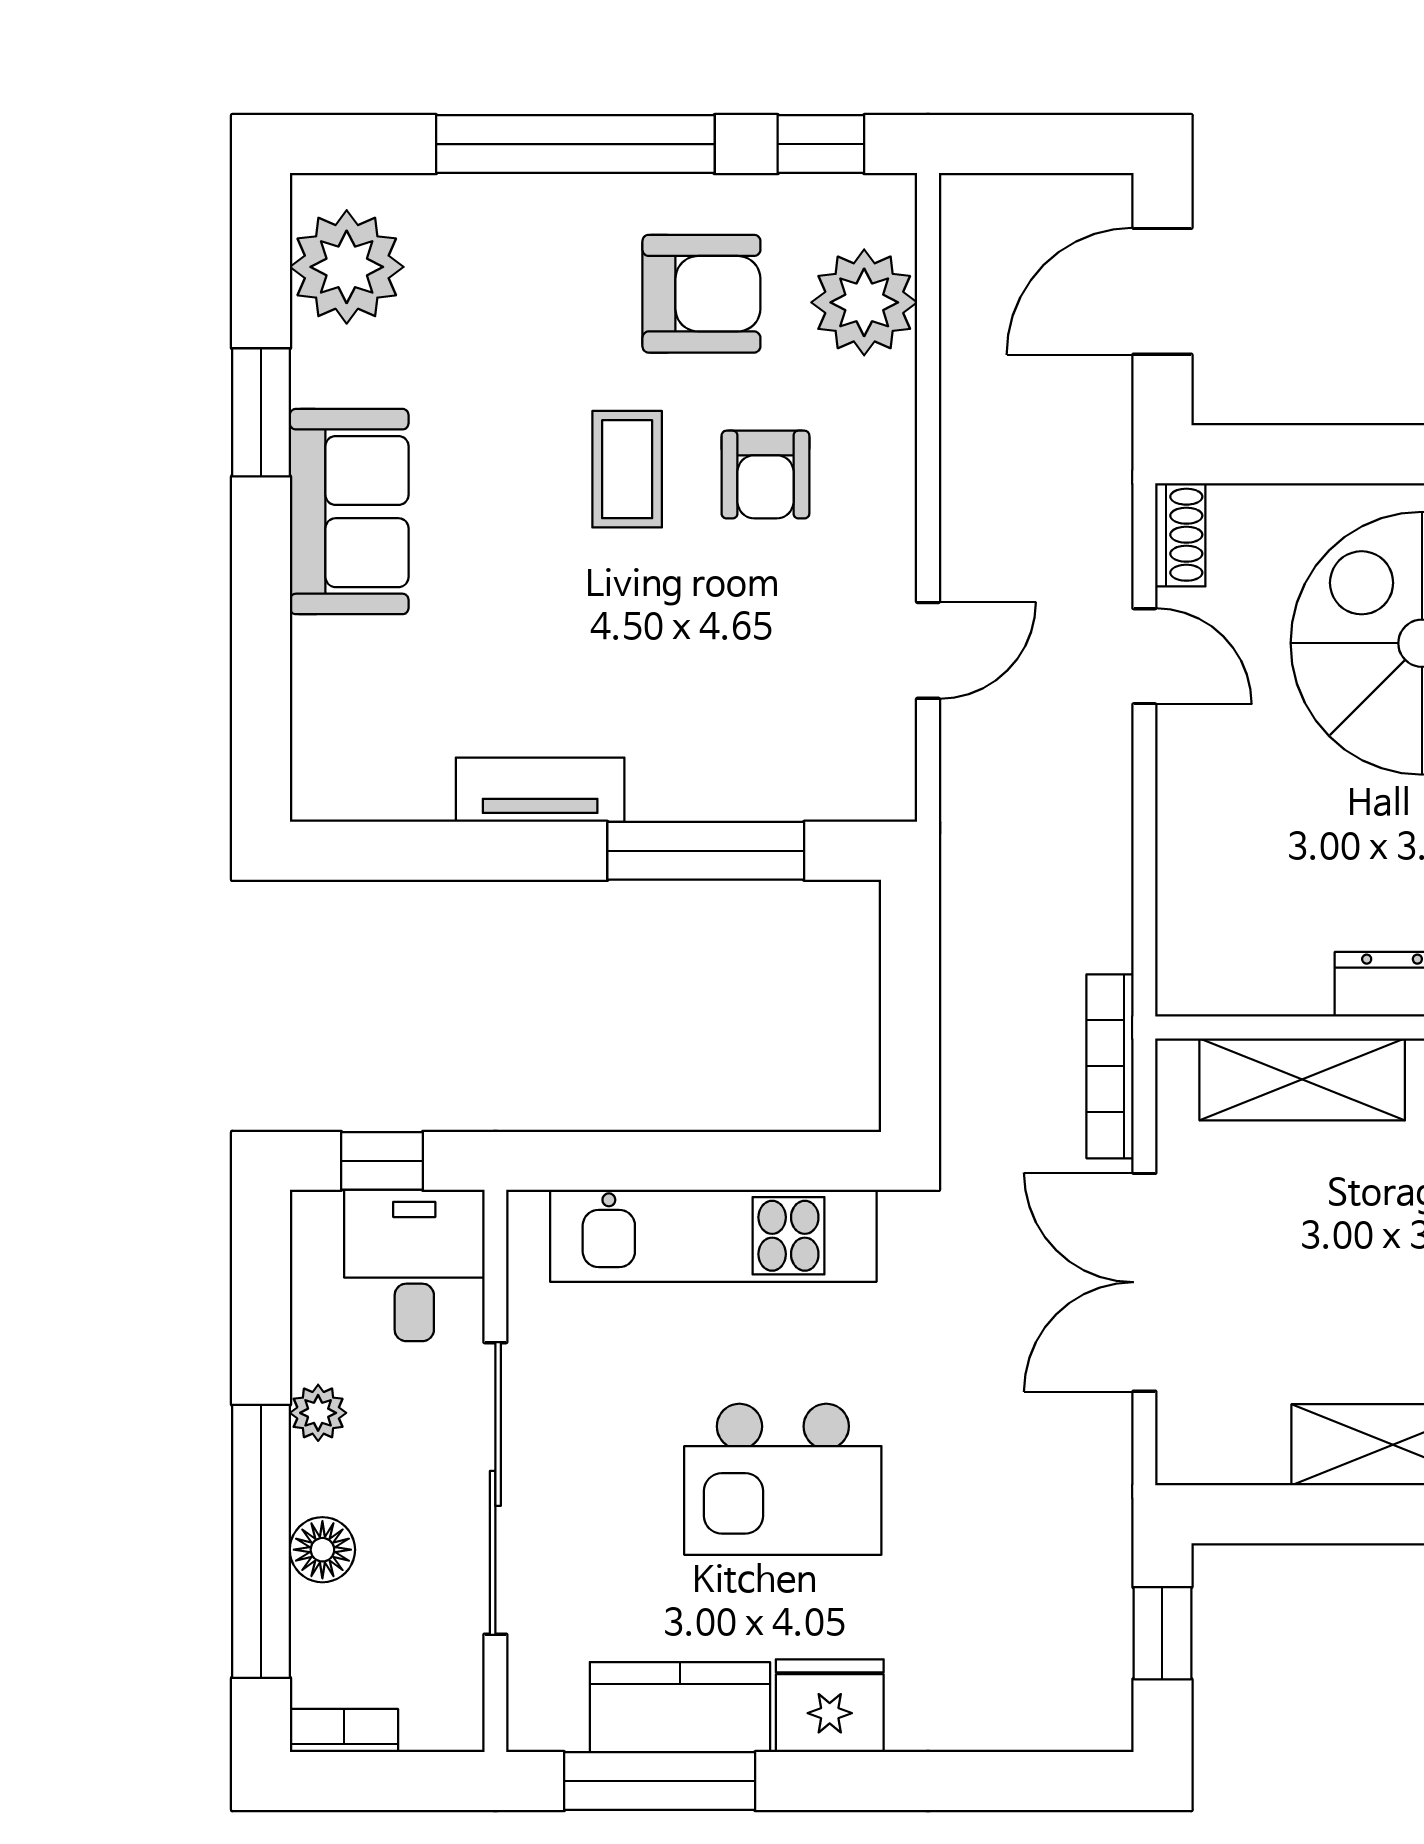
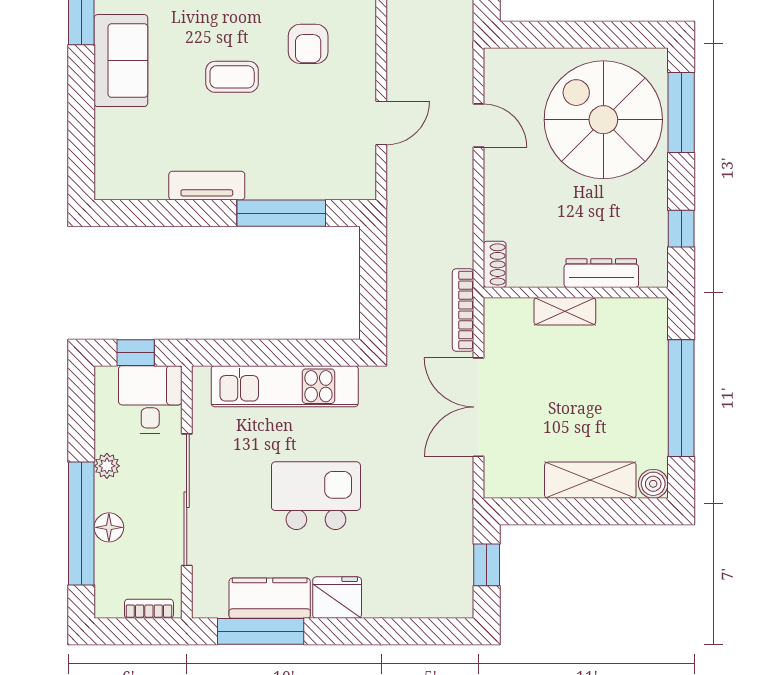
coffee table: (627, 469) -> (232, 77), moved, turned 90
shoe rack: (1180, 535) -> (495, 264), moved
shelving: (1302, 1079) -> (565, 311), width x0.67, depth x0.75
kitchen island: (783, 1479) -> (316, 496), turned 180
bookcase: (344, 1731) -> (149, 609), moved

